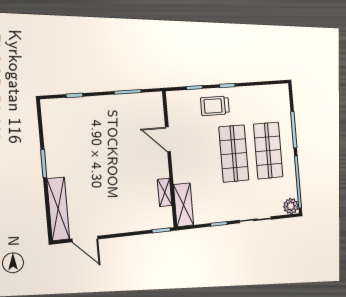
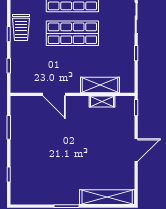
trolley: (215, 106) -> (21, 27), moved
door: (168, 139) -> (54, 94), hinge flipped
shelving: (184, 205) -> (100, 85), moved
door: (85, 239) -> (136, 150), moved

